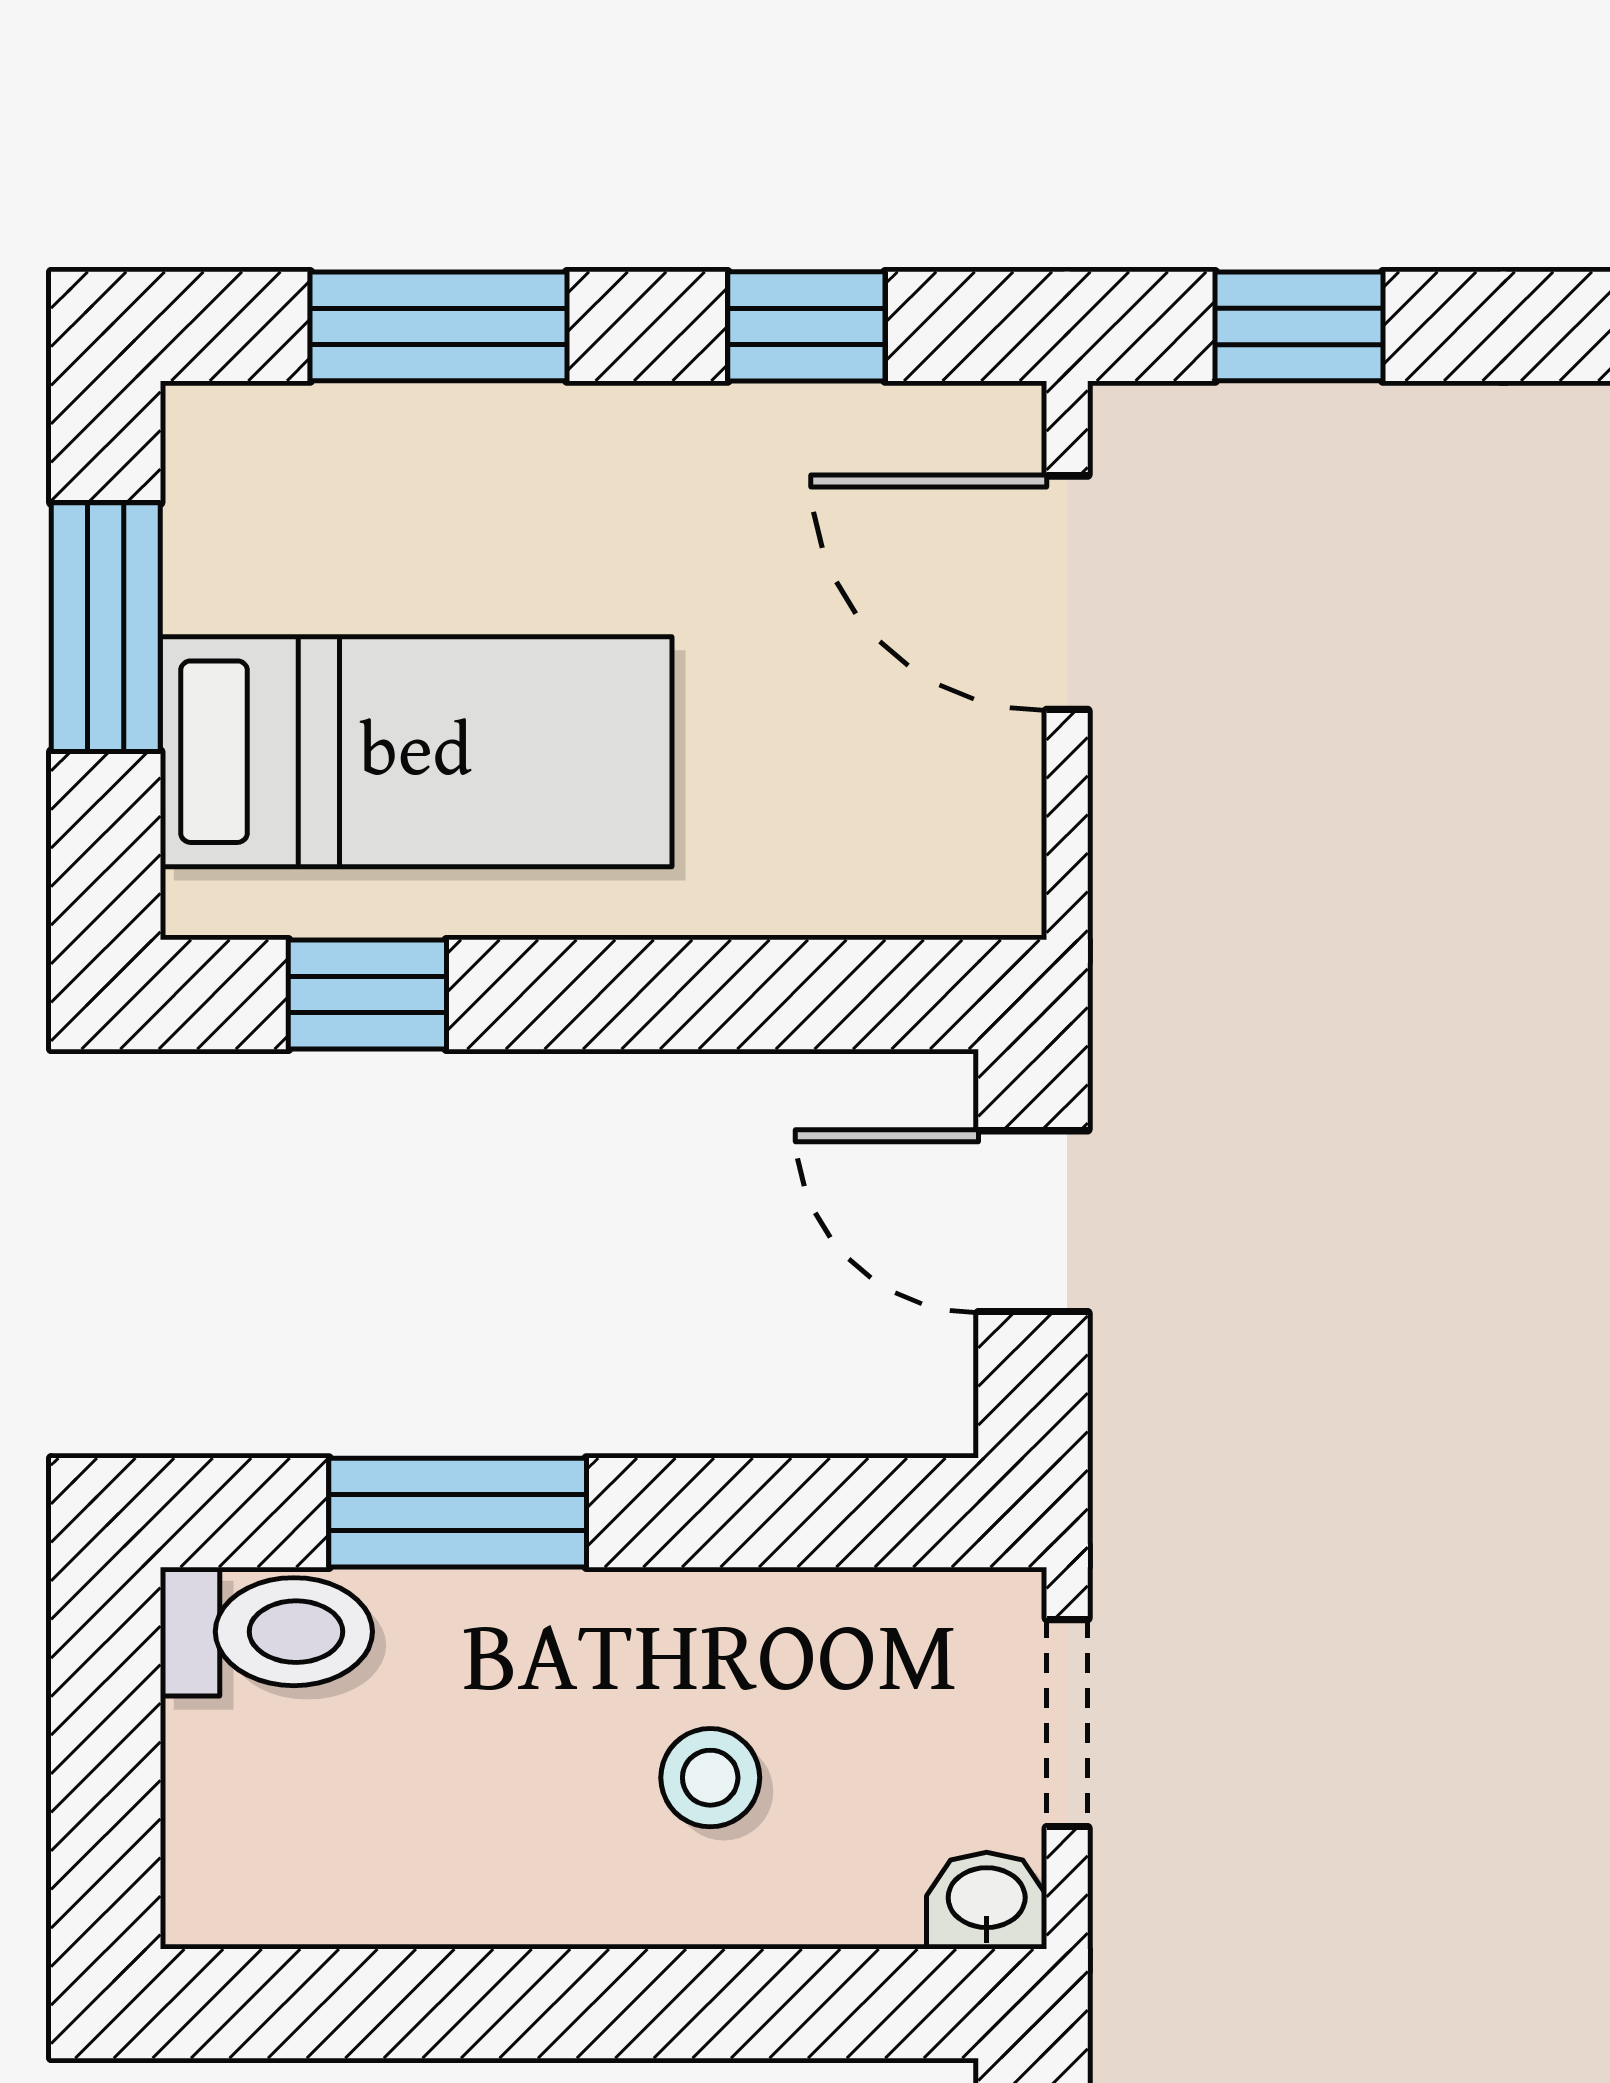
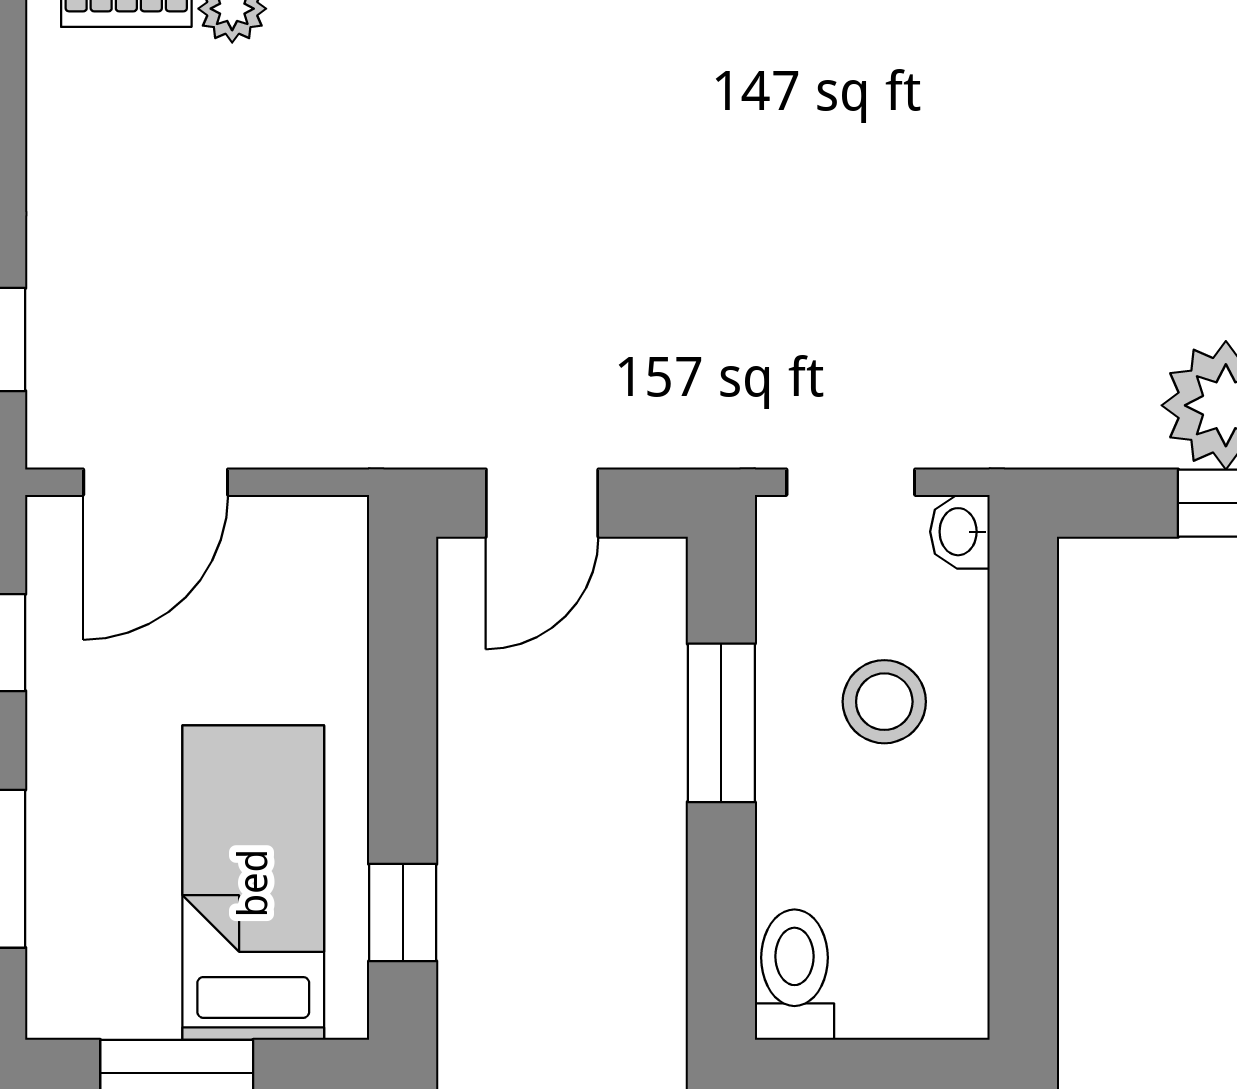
window: (458, 1513) -> (721, 723), moved
stool: (710, 1778) -> (884, 702), width x1.37, depth x1.37

